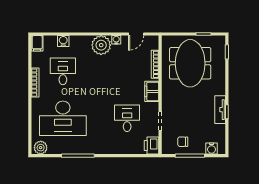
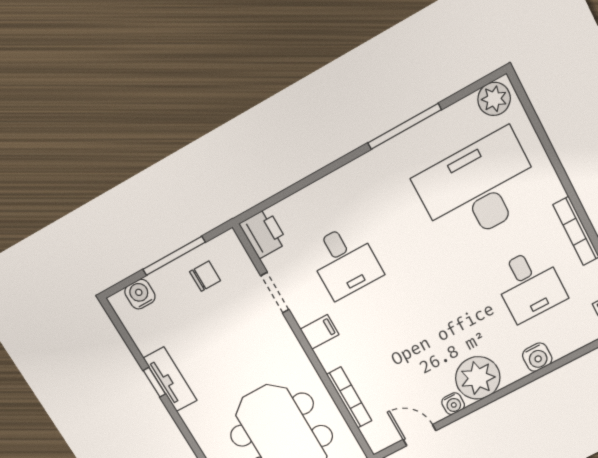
door: (136, 34) -> (419, 435), hinge flipped
water cooler: (63, 41) -> (537, 357), moved
filing cabinet: (152, 91) -> (320, 332), width x0.50

